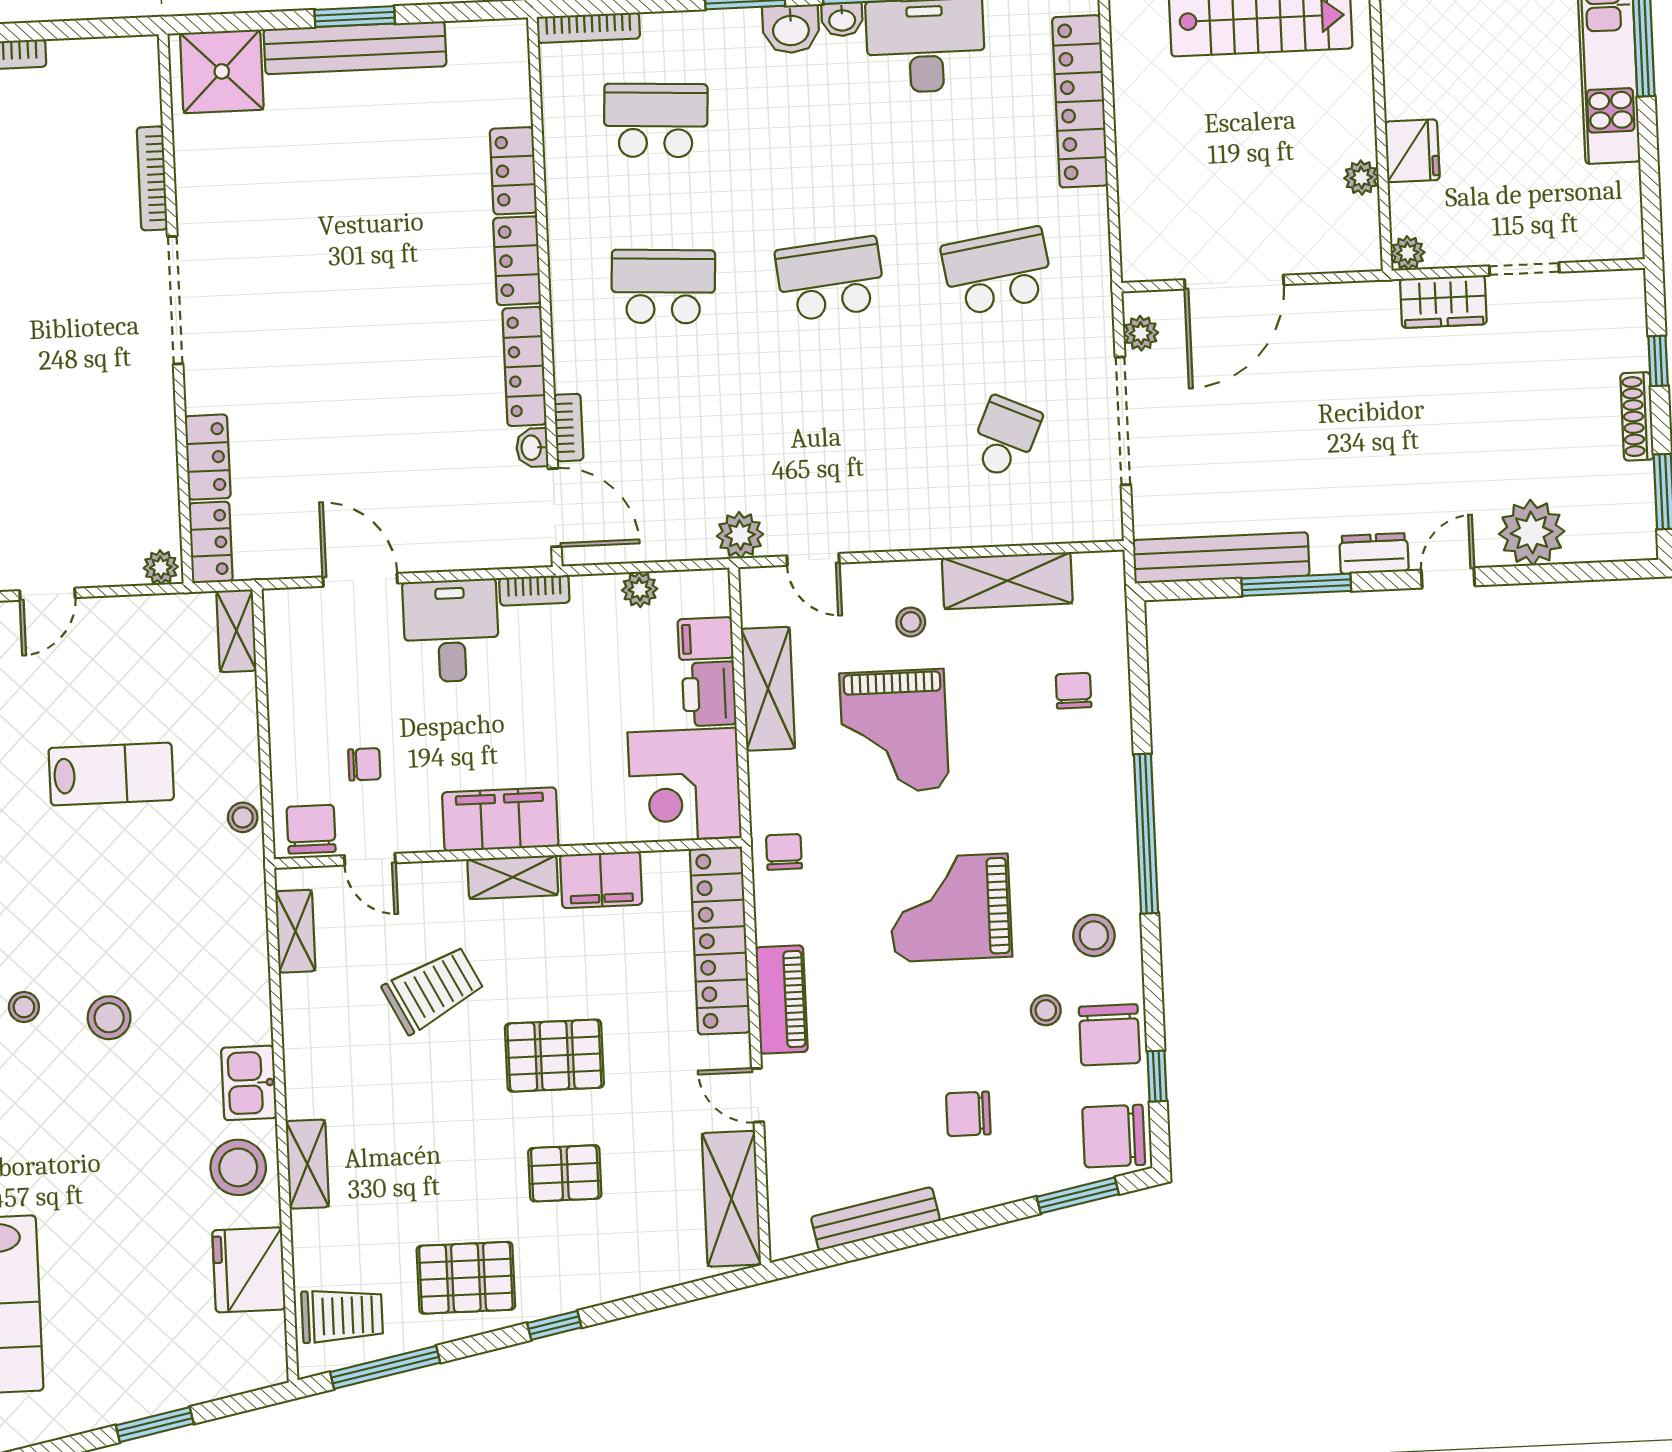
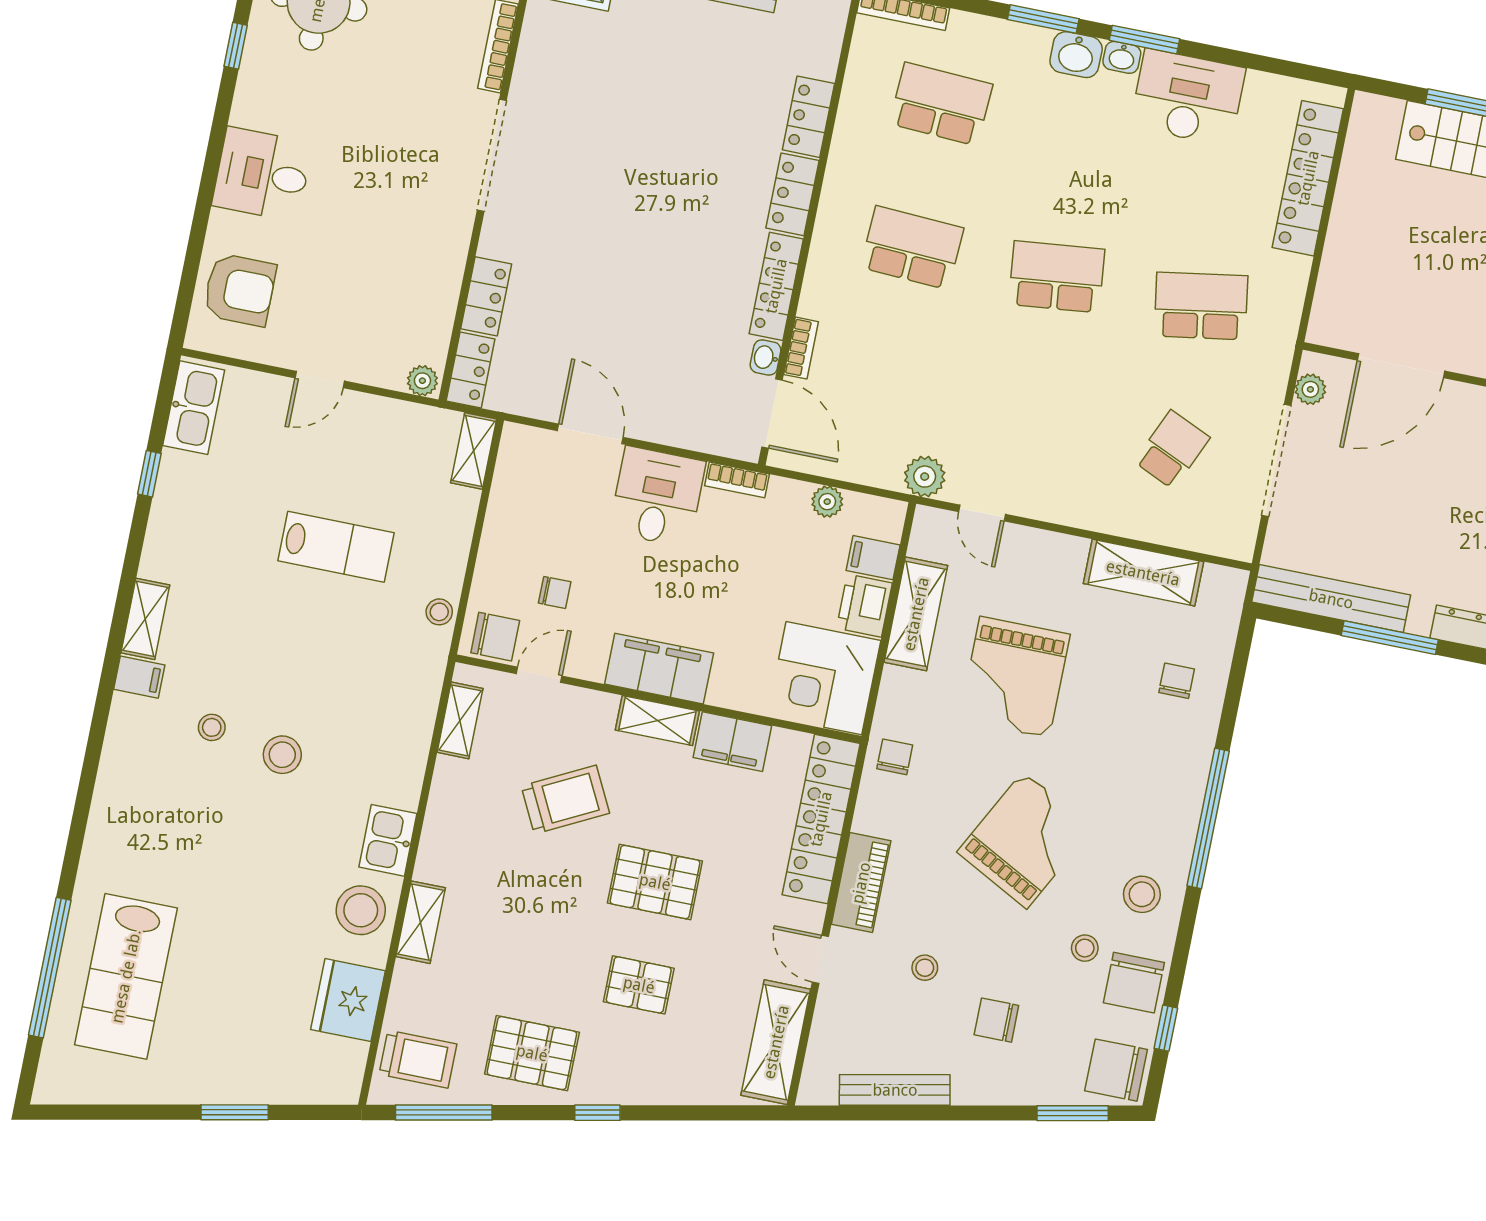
stool: (911, 622) -> (925, 968), moved
chair: (311, 829) -> (495, 637), turned 90
door: (370, 859) -> (539, 675), swing flipped
grand piano: (950, 908) -> (1025, 840), turned 118

